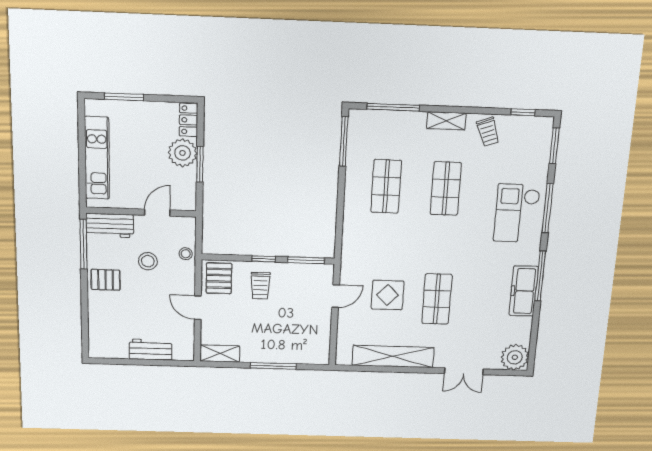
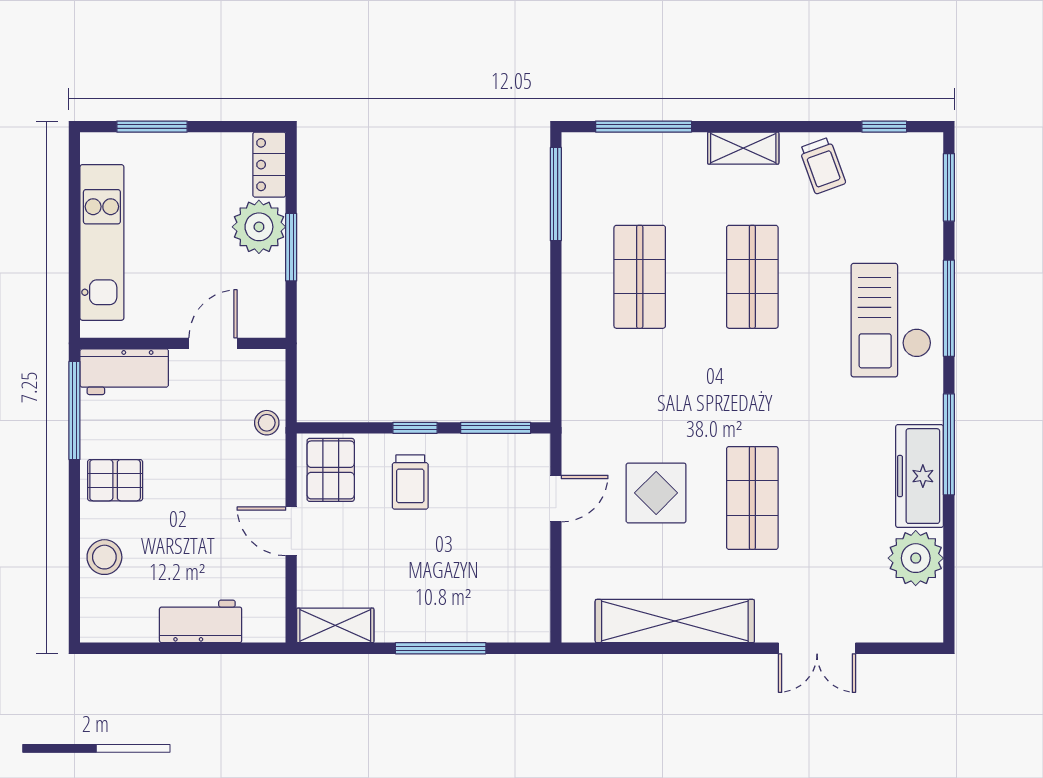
stool: (148, 261) -> (104, 557), moved
plant: (515, 357) -> (916, 558), moved

